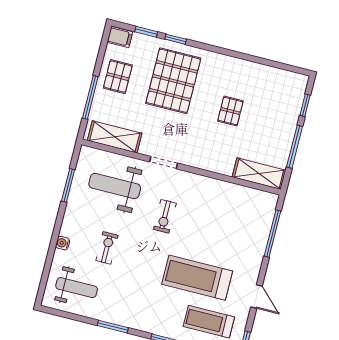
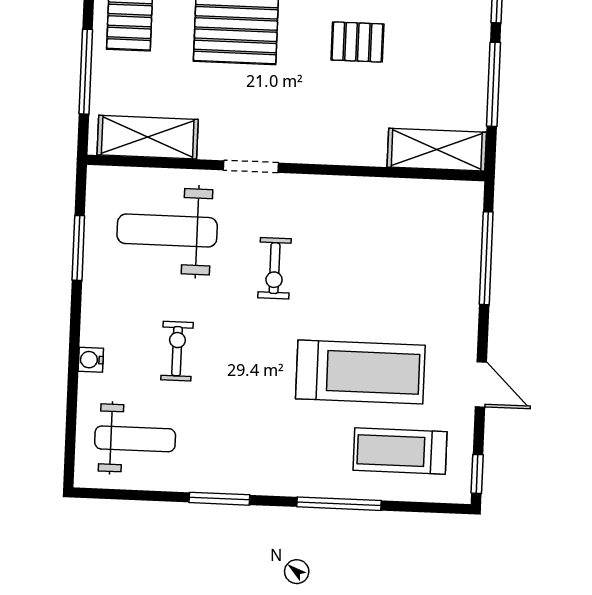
pallet: (230, 111) -> (357, 42), turned 90
treadmill: (197, 278) -> (360, 372), turned 180

